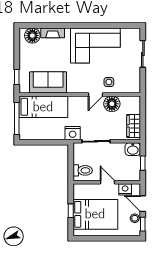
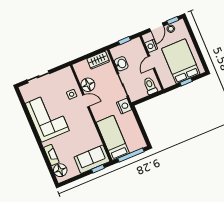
sofa: (48, 82) -> (92, 159), moved, turned 90
washbasin: (133, 149) -> (121, 64), moved

